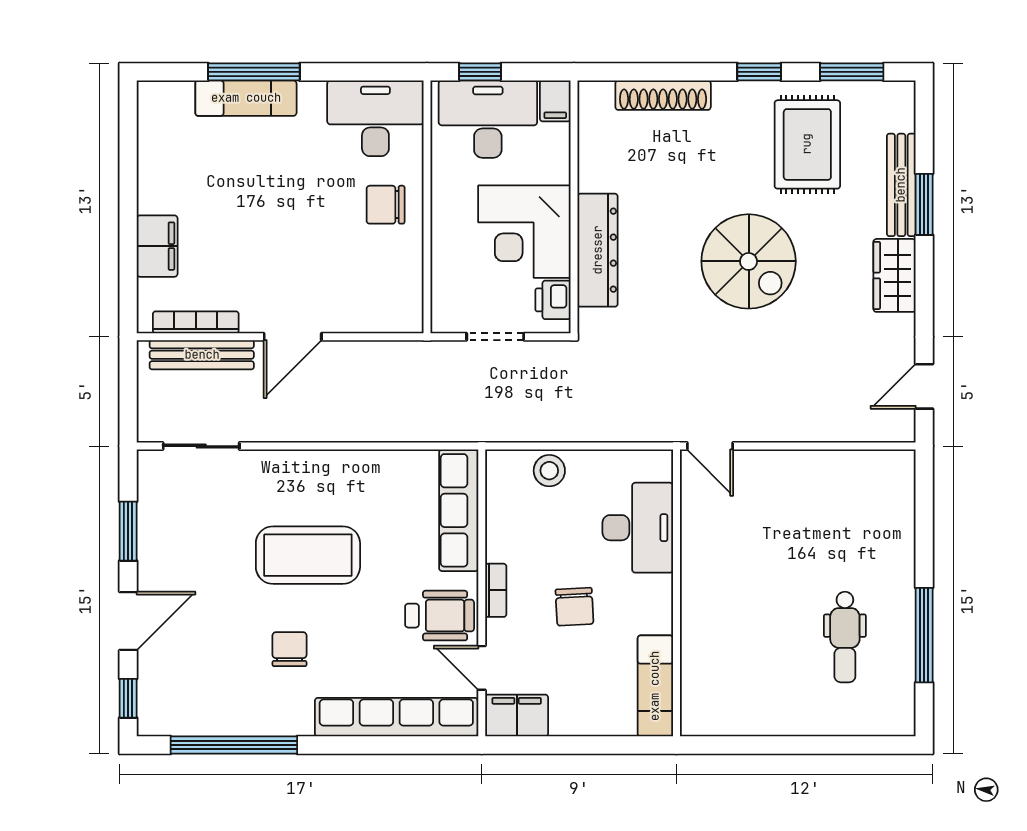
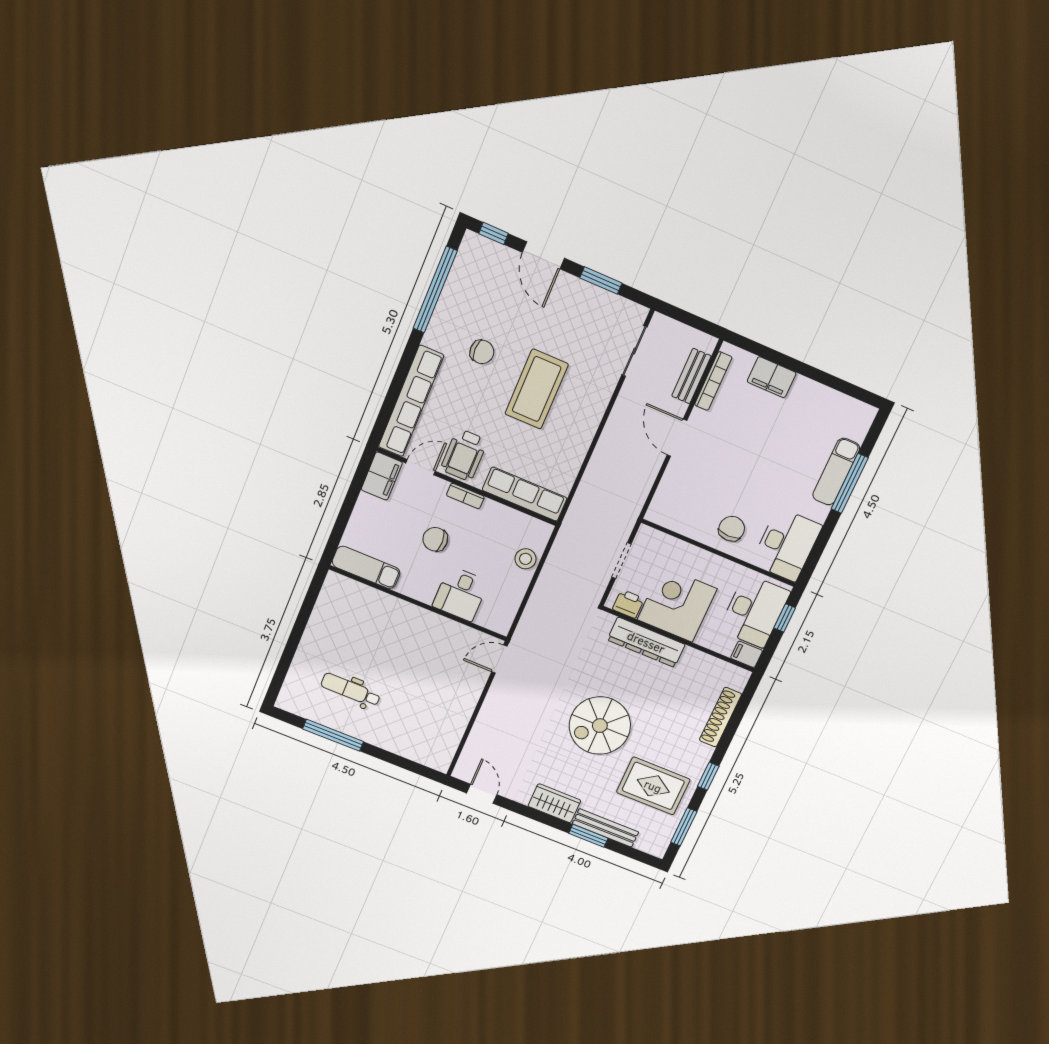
bench: (202, 355) -> (691, 376), width x0.73
desk: (638, 528) -> (460, 594), width x0.73

